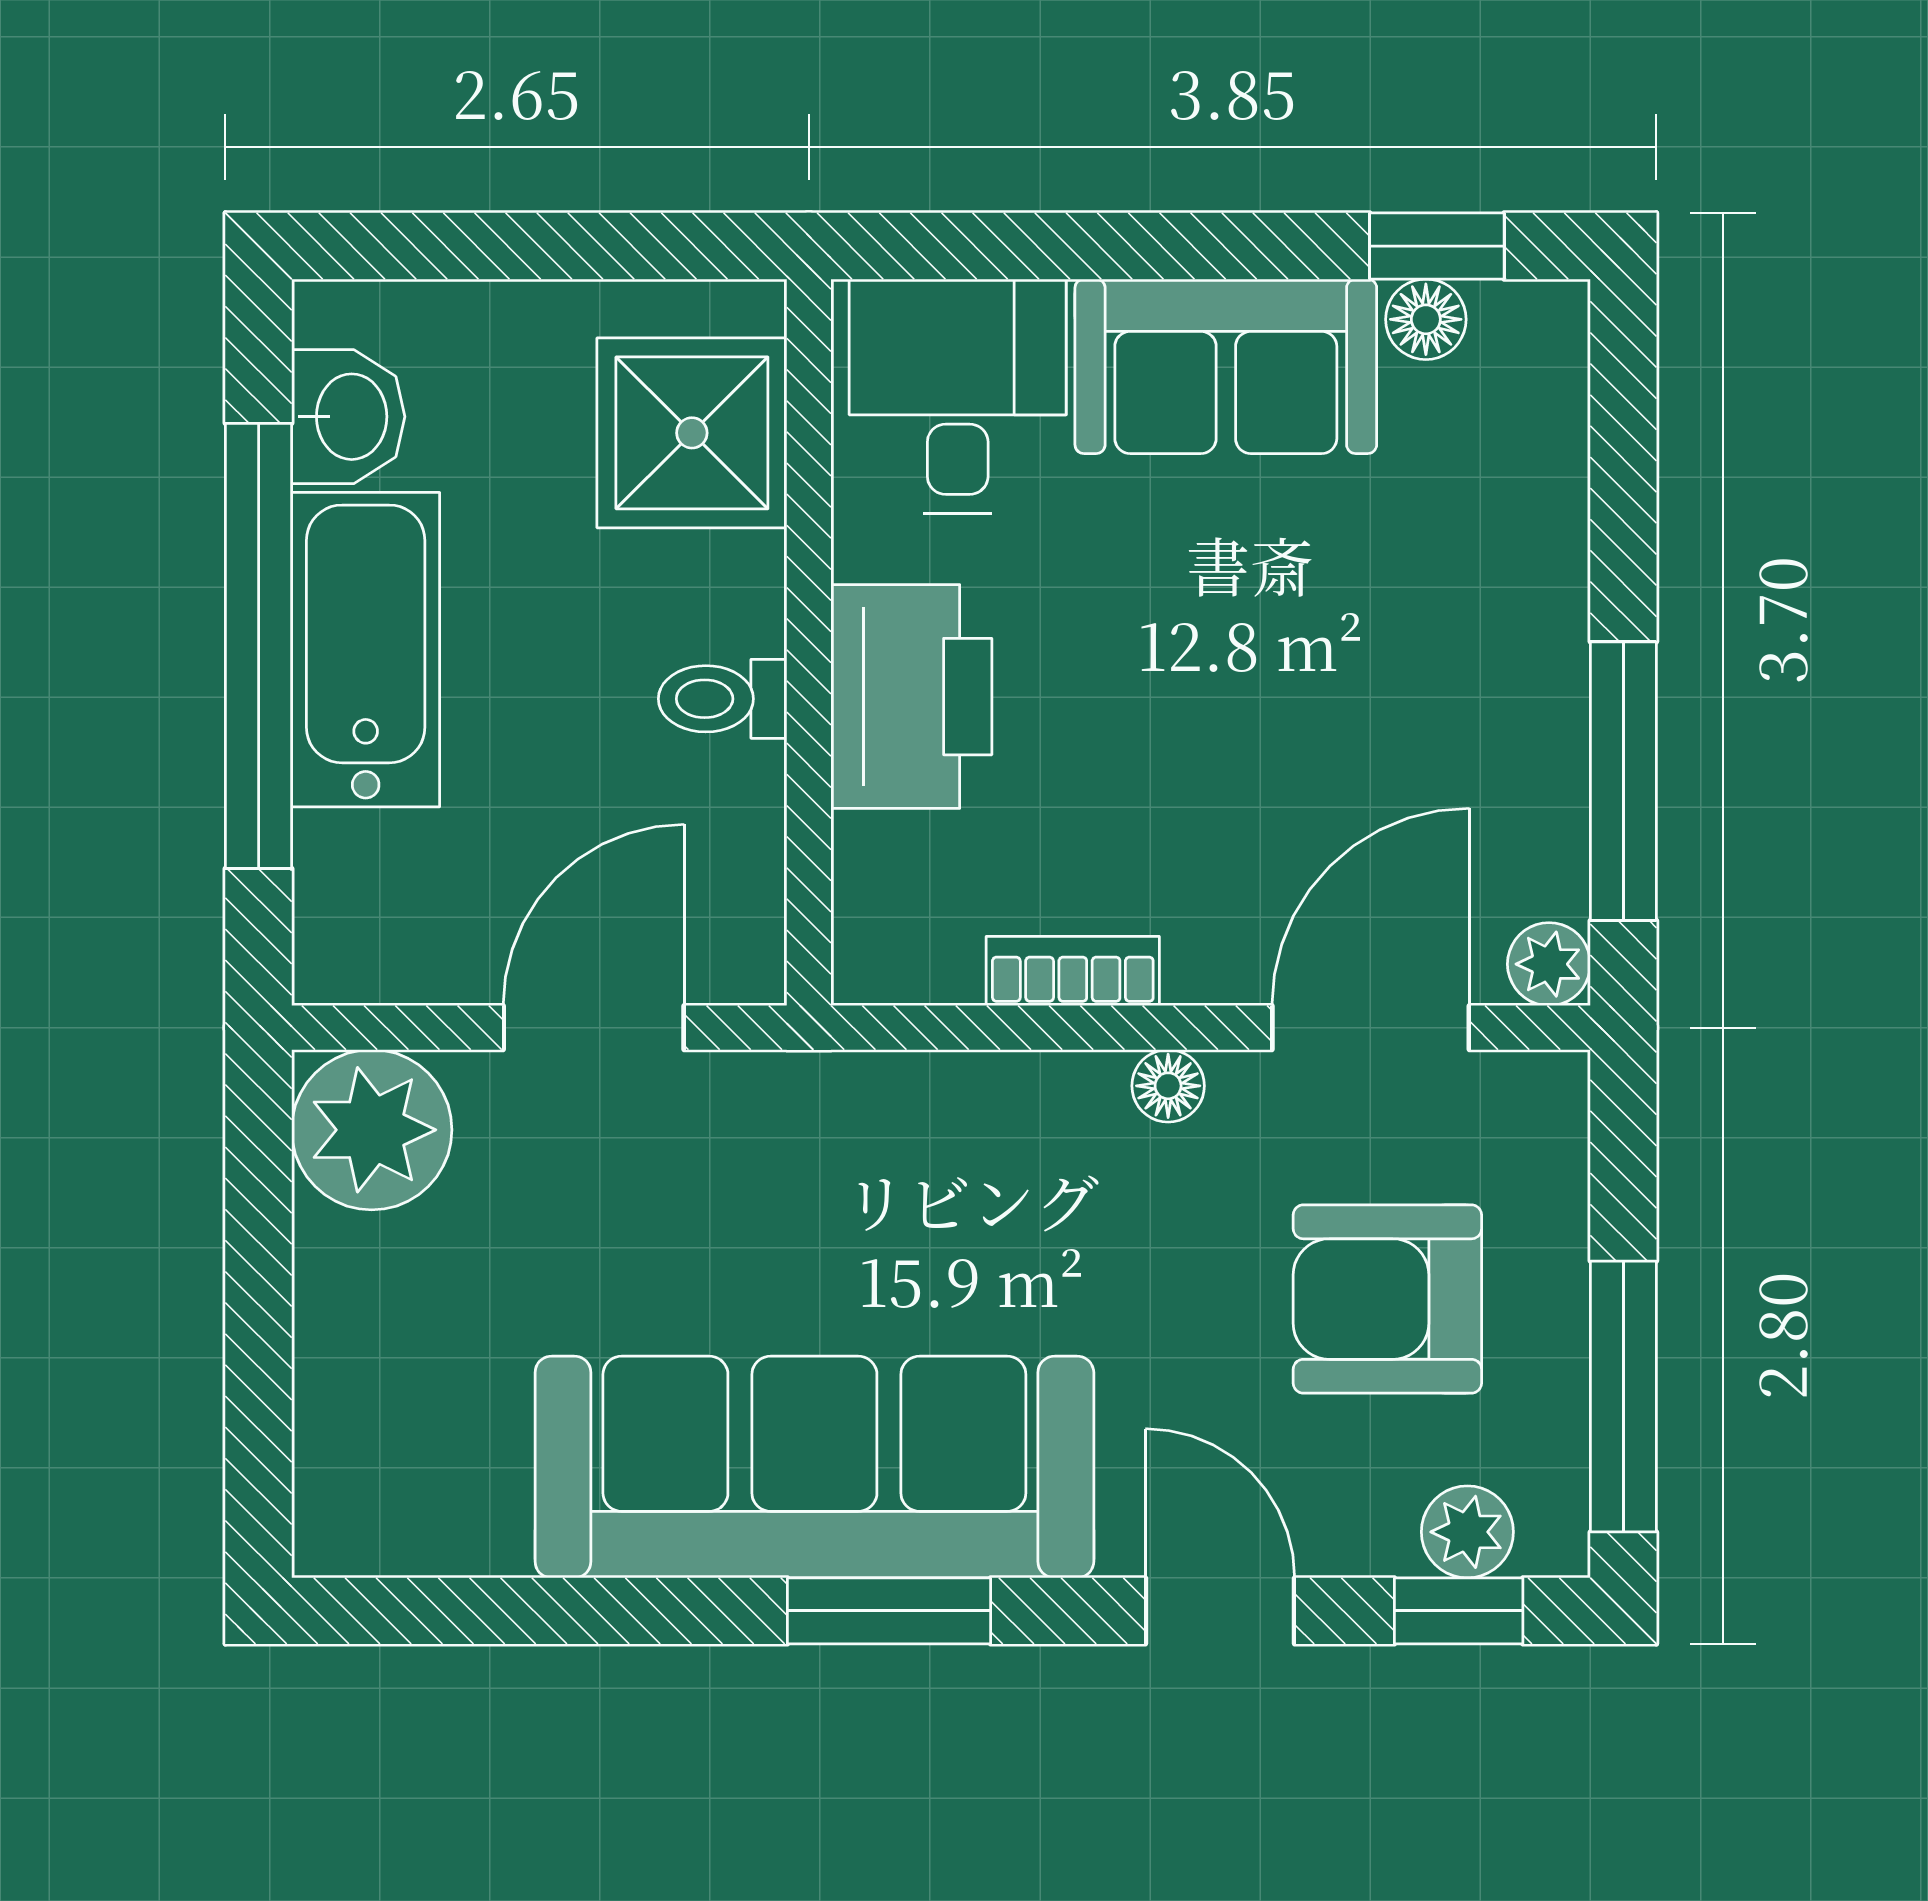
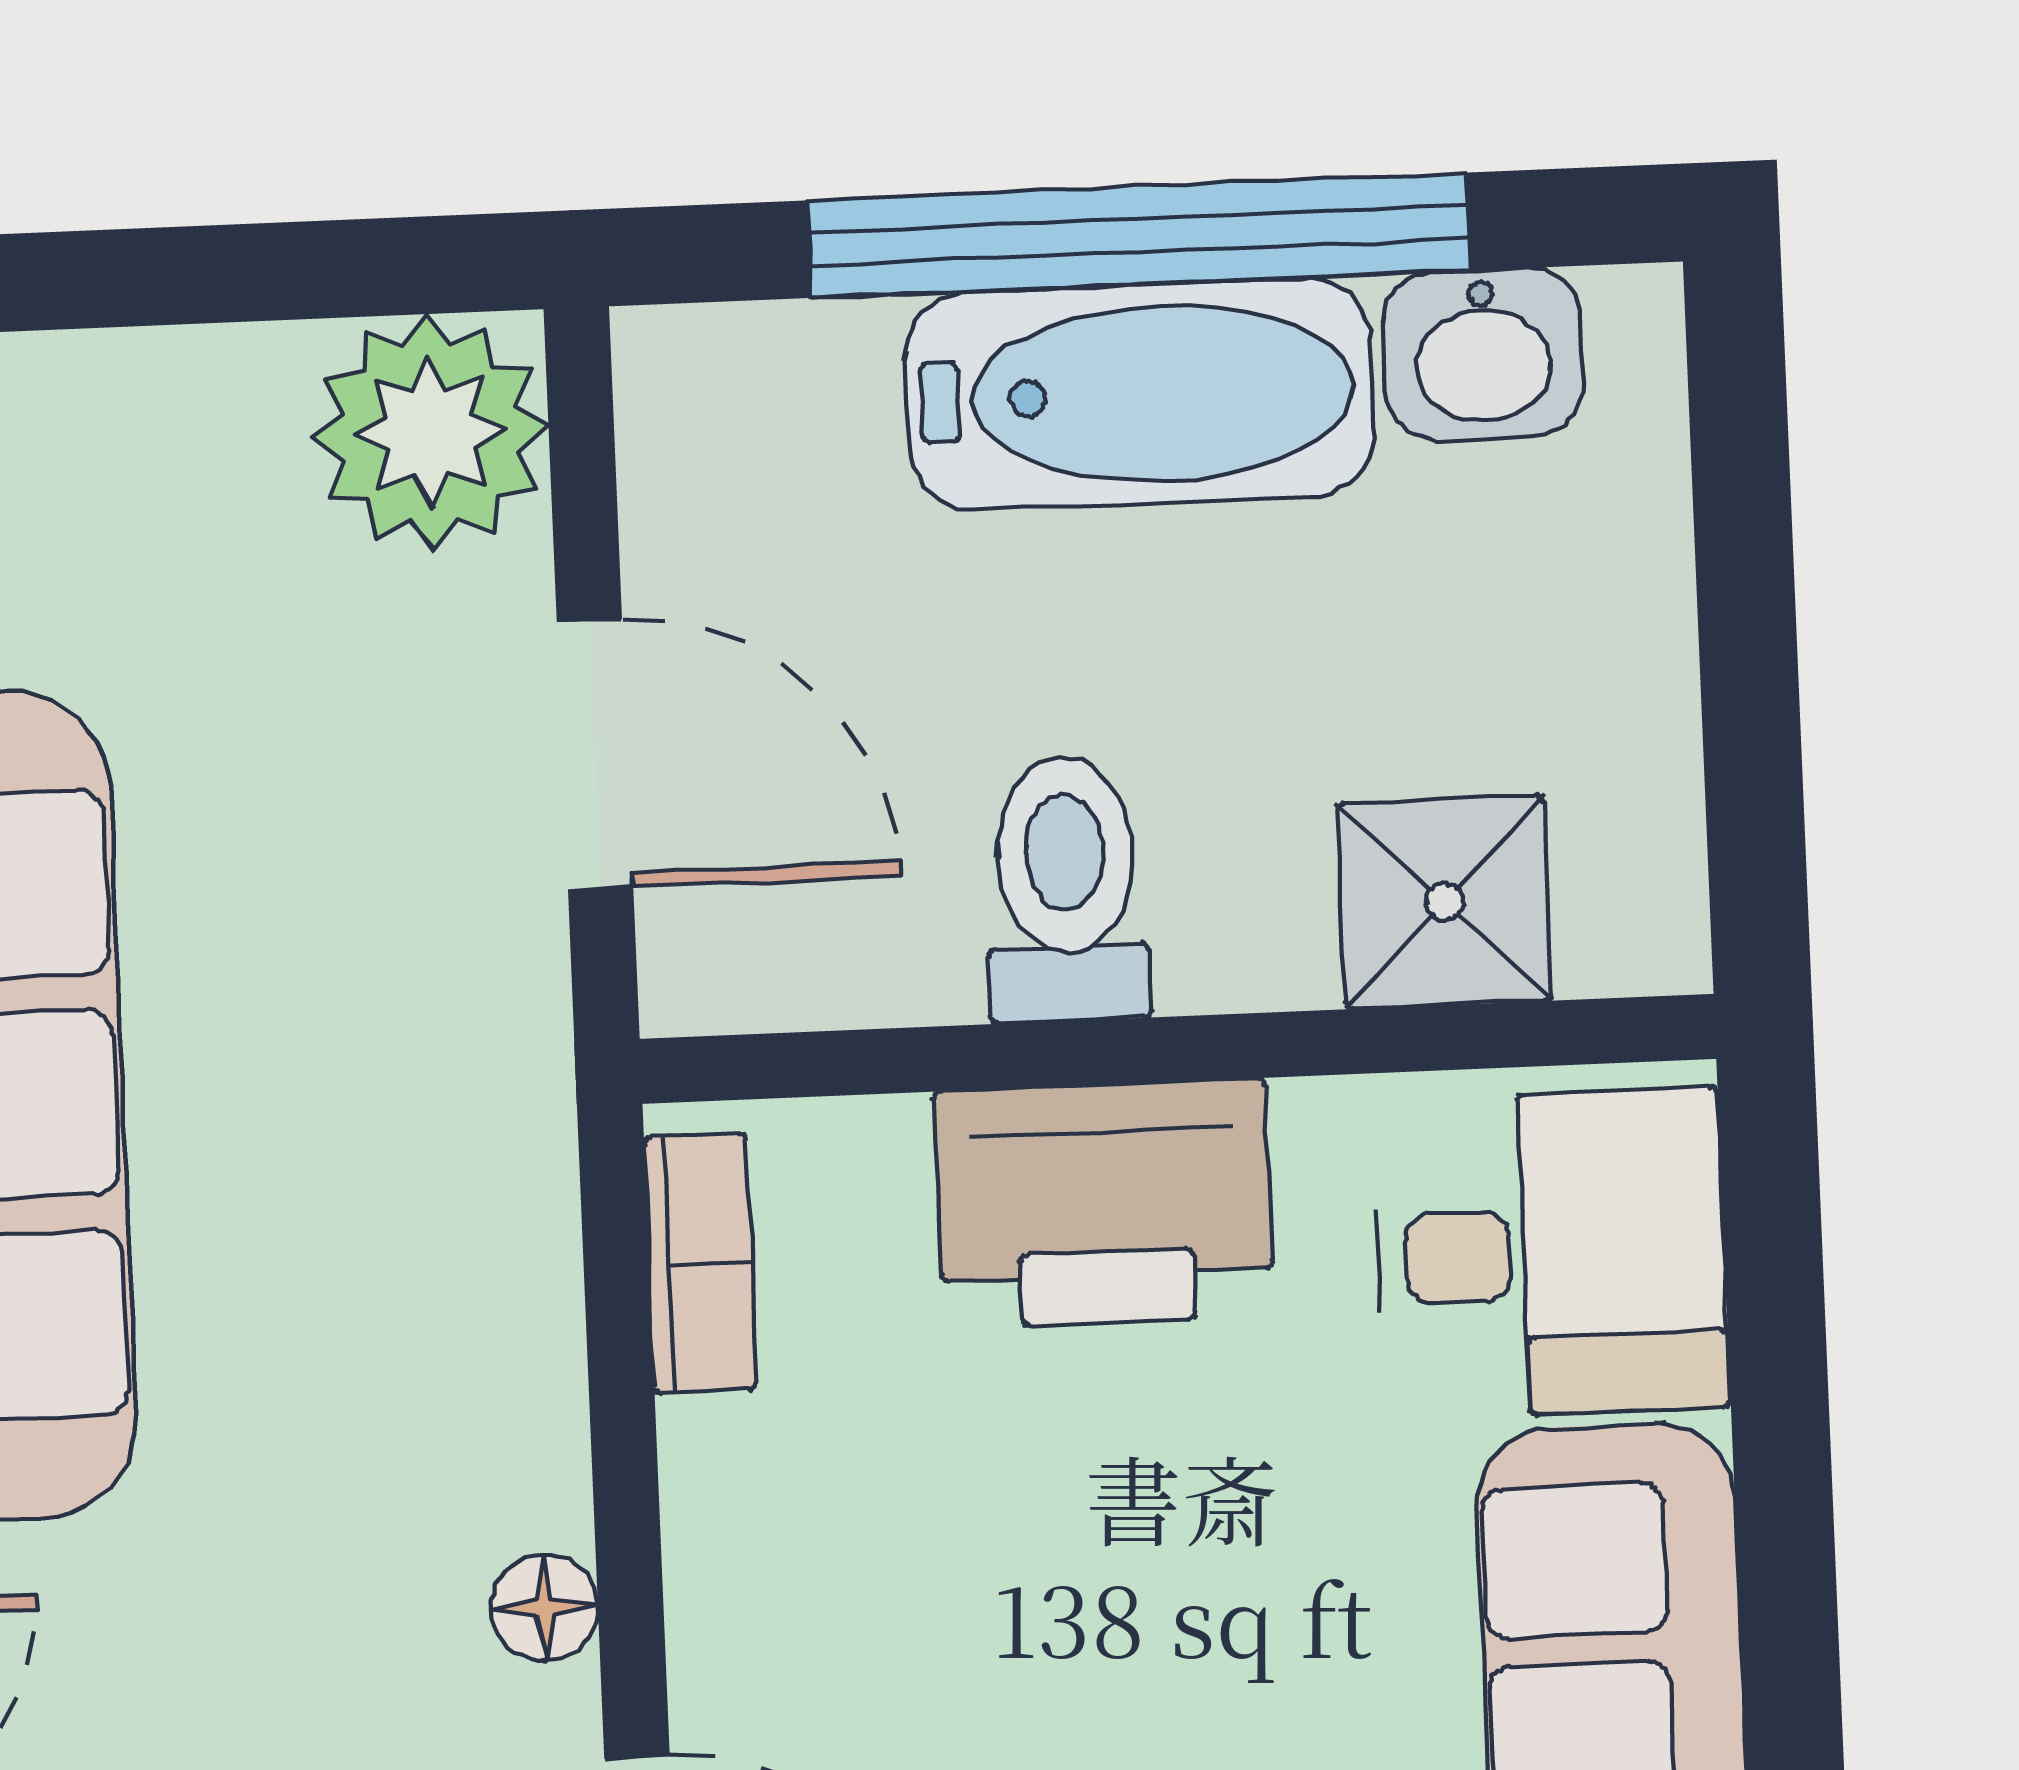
shower: (692, 433) -> (1444, 902), width x0.73, depth x0.73
toilet: (723, 699) -> (1066, 889), width x1.37, depth x1.39
bookcase: (1073, 971) -> (700, 1263), moved

